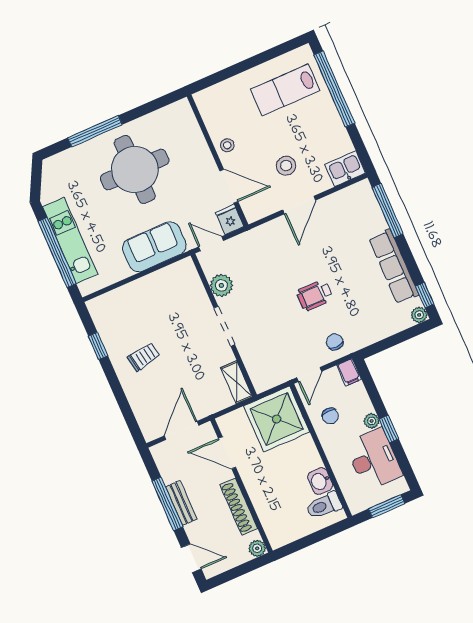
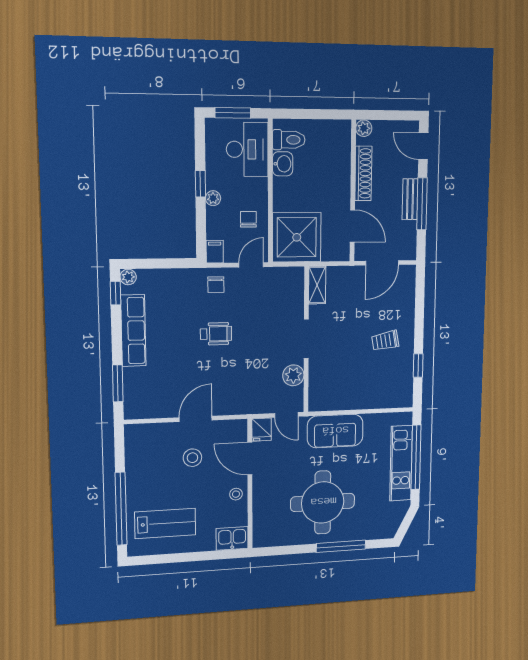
kitchen sink: (345, 169) -> (232, 538), moved, turned 180
window: (388, 211) -> (118, 383), width x0.69
desk: (374, 459) -> (247, 149), moved, turned 180

